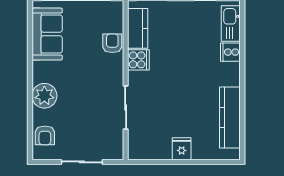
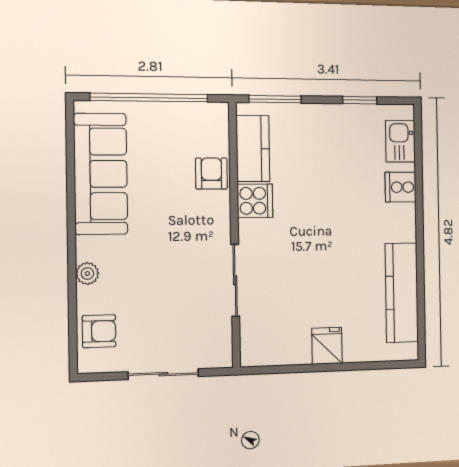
kitchen sink: (231, 24) -> (400, 141), width x0.73
sofa: (47, 34) -> (101, 174), width x1.36
plant: (44, 96) -> (87, 274), width x0.53, depth x0.53
armchair: (45, 135) -> (99, 331), turned -90

